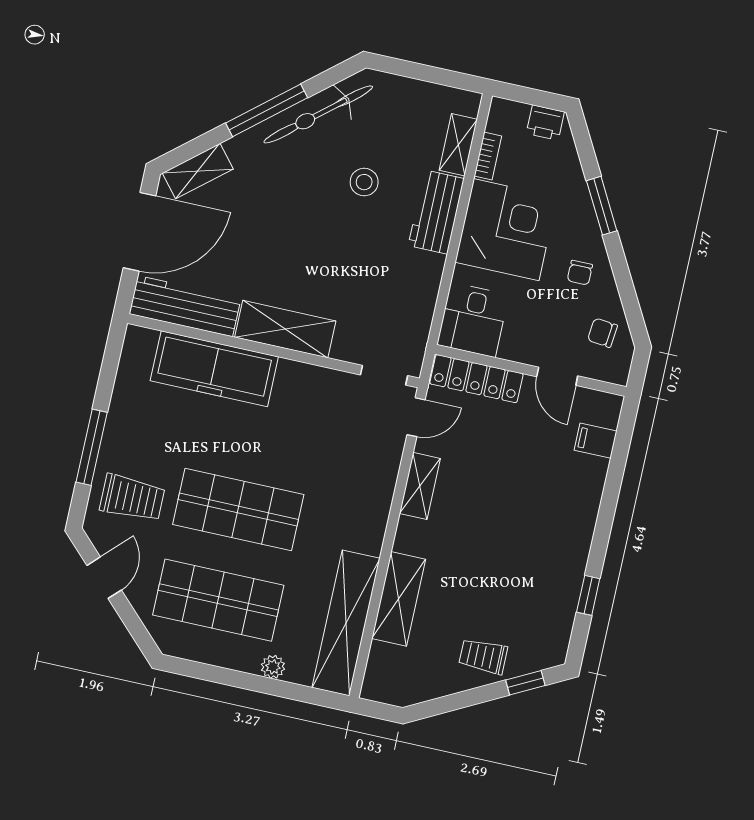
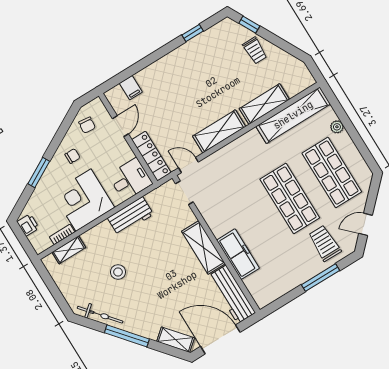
bicycle: (318, 114) -> (100, 315), width x0.73, depth x0.71
workbench: (436, 212) -> (130, 216), moved
freezer: (214, 369) -> (238, 254), width x0.73, depth x0.79
shelving: (420, 486) -> (219, 131), width x1.50, depth x1.33

